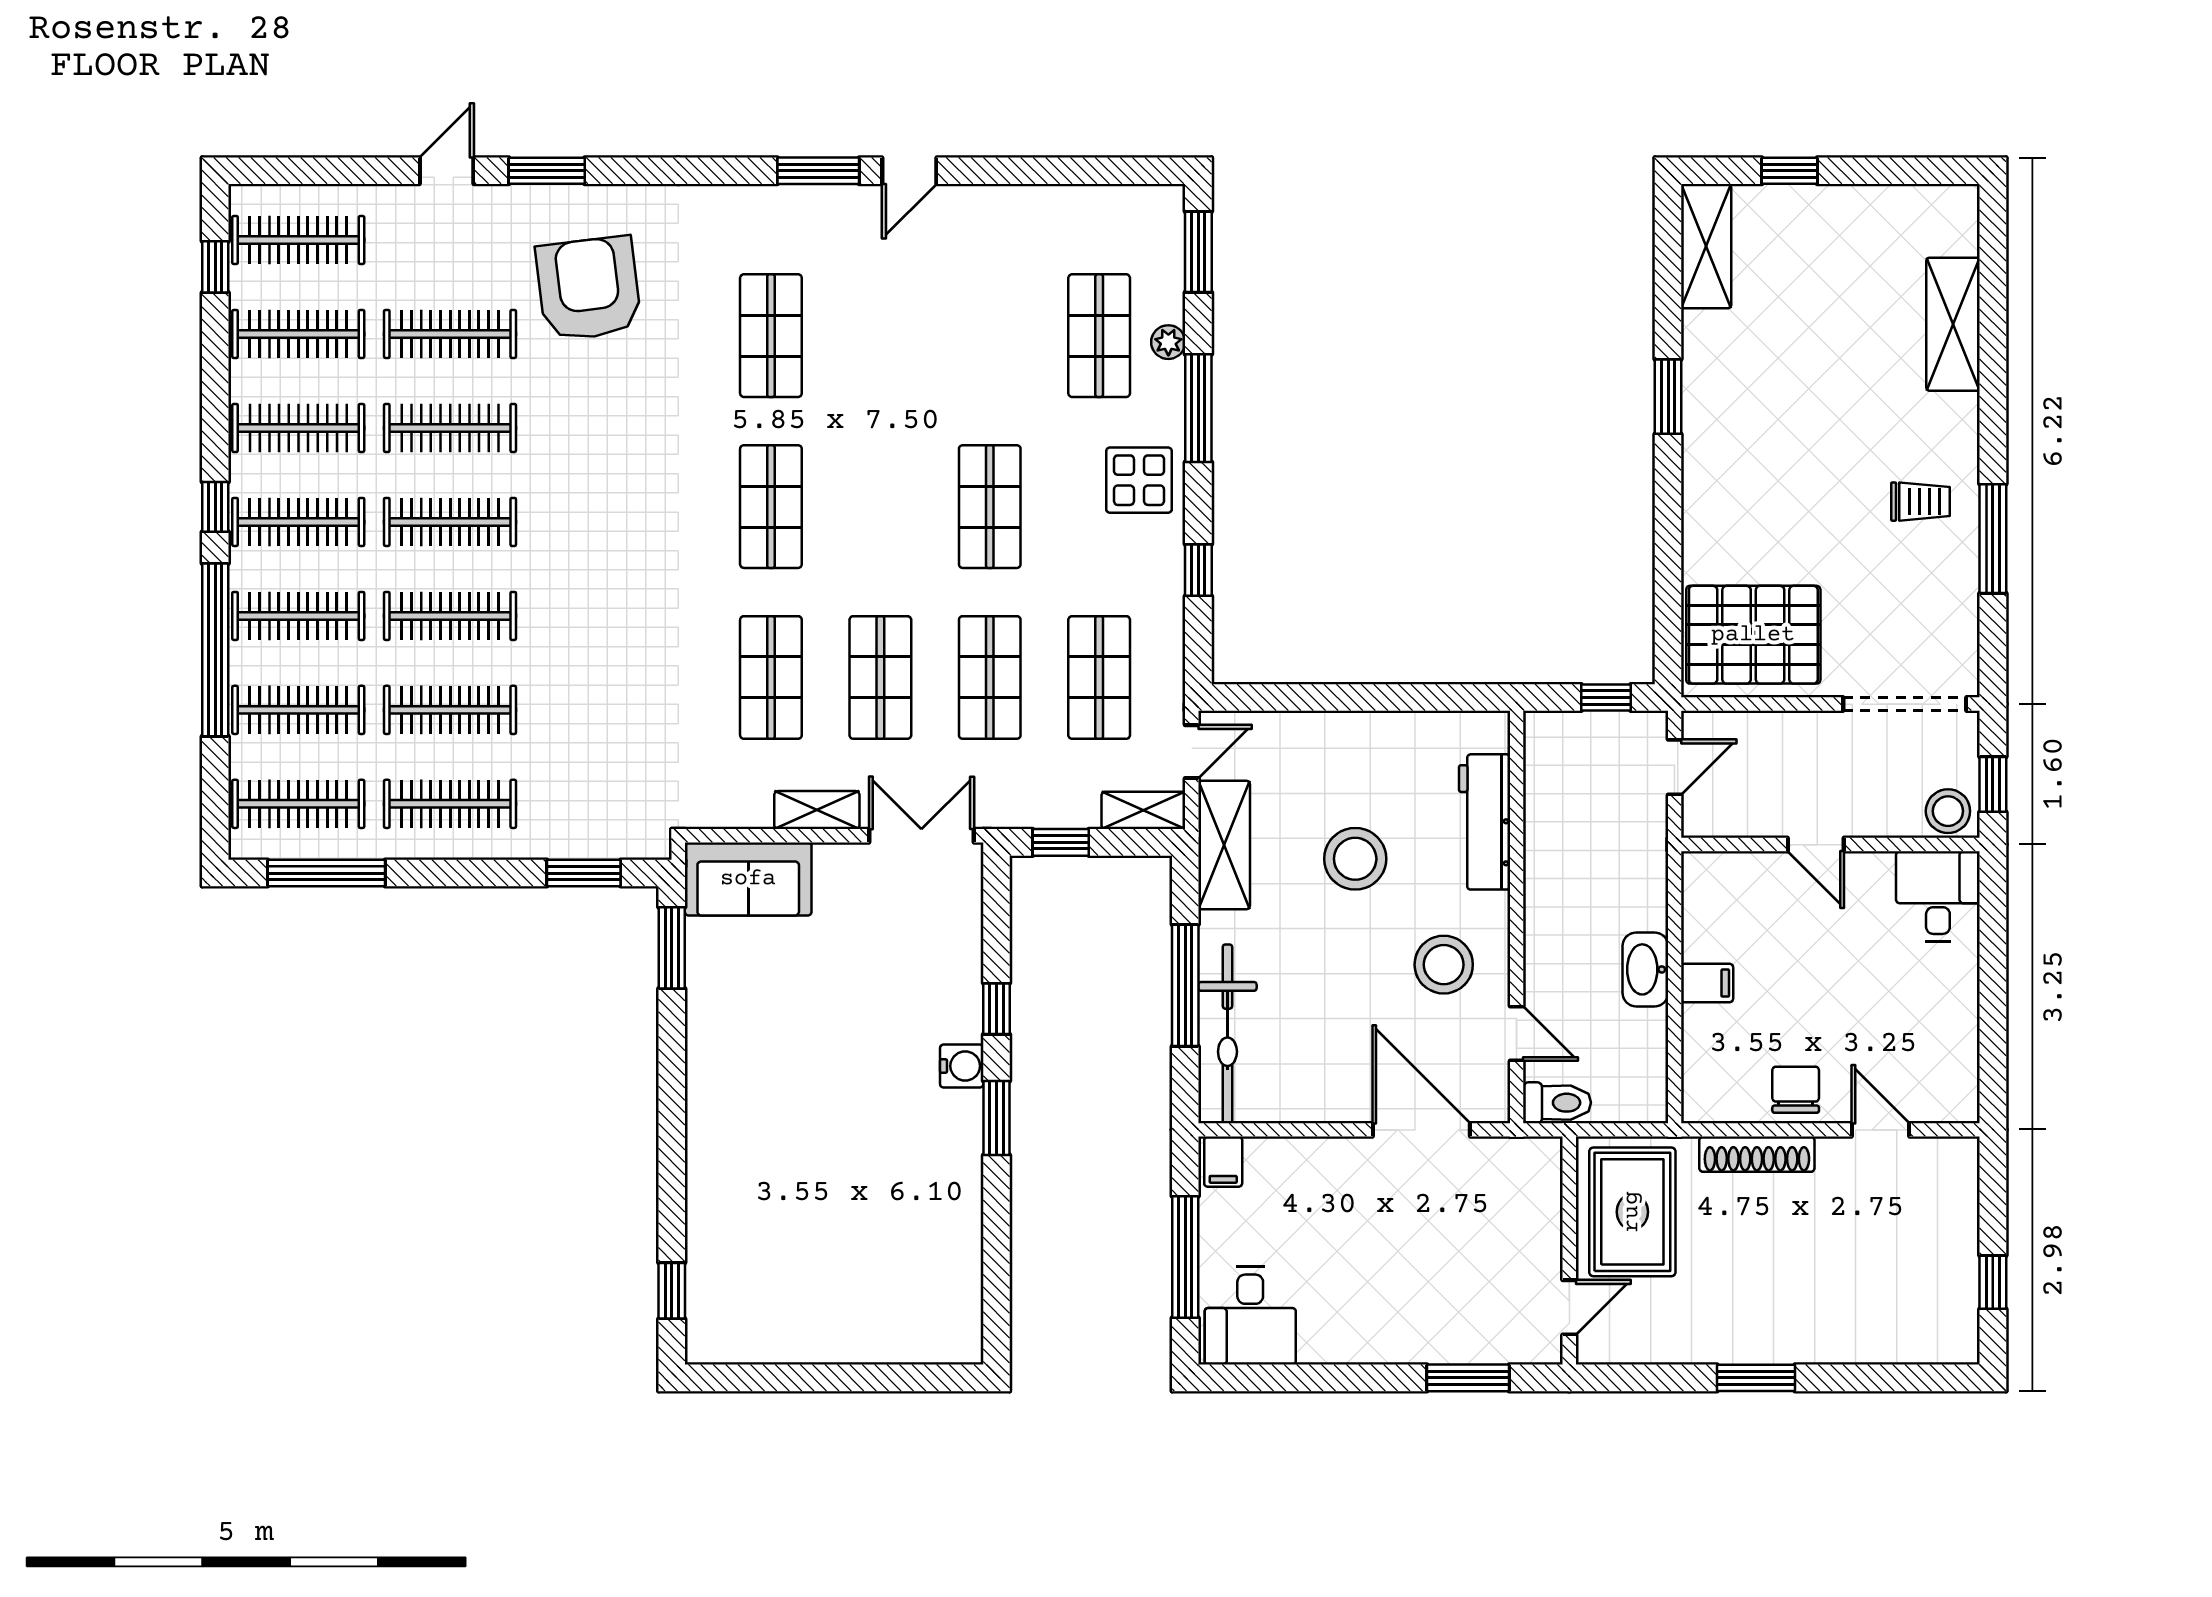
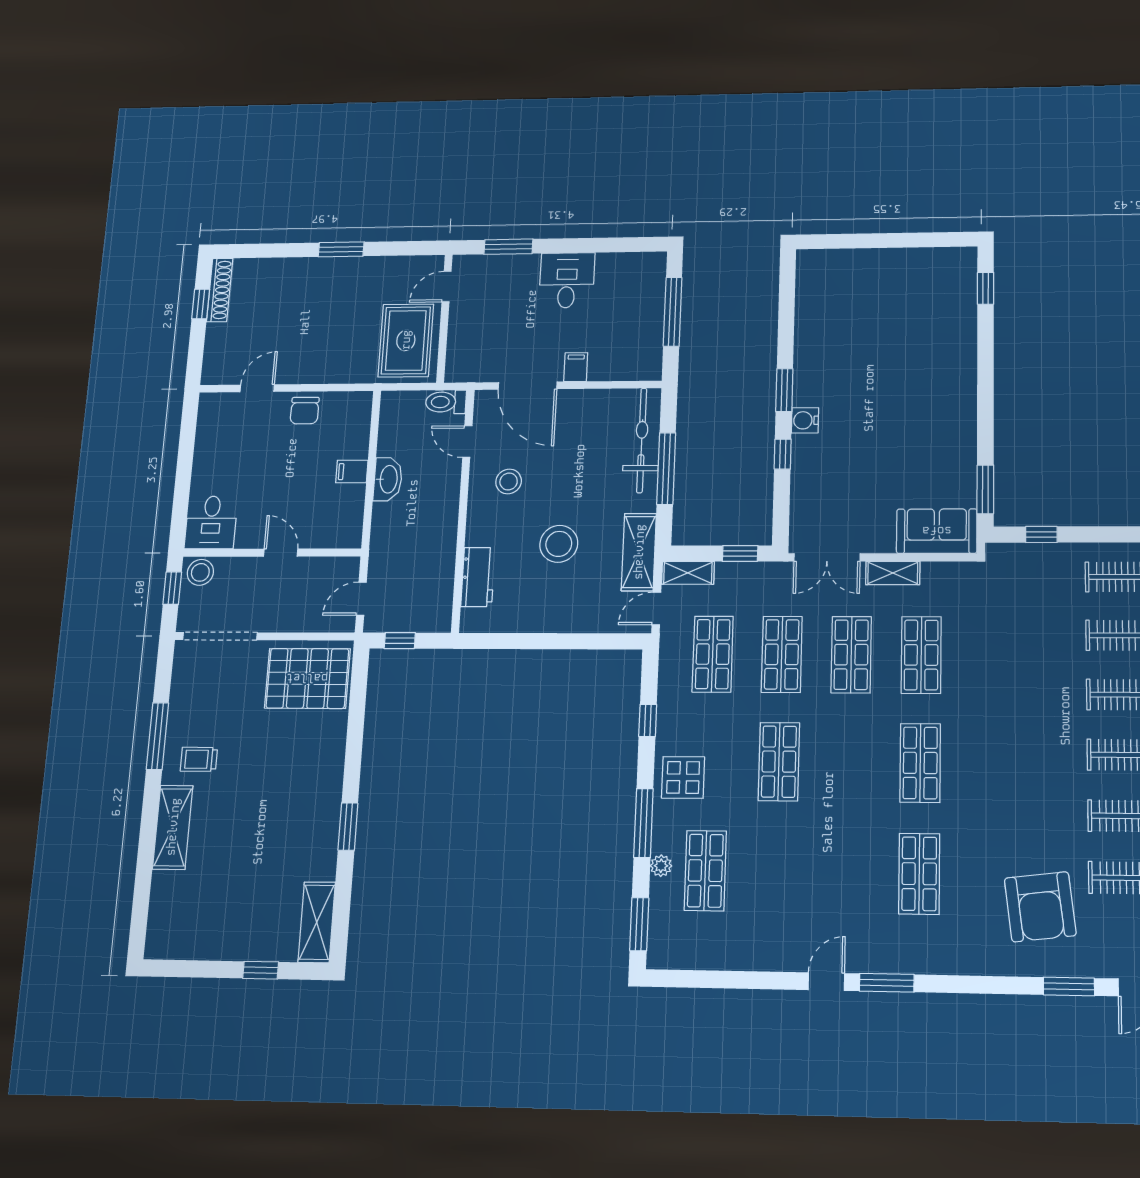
shelving: (1953, 324) -> (173, 827), moved
workbench: (1485, 822) -> (478, 577), width x0.73
window: (584, 873) -> (1041, 534), width x0.67
stool: (1444, 965) -> (509, 481), width x0.73, depth x0.73
door: (1881, 1130) -> (257, 388), swing flipped
shoe rack: (1757, 1154) -> (220, 290), moved, turned 90
filing cabinet: (1223, 1162) -> (576, 367), moved
desk: (1250, 1316) -> (567, 280), moved

